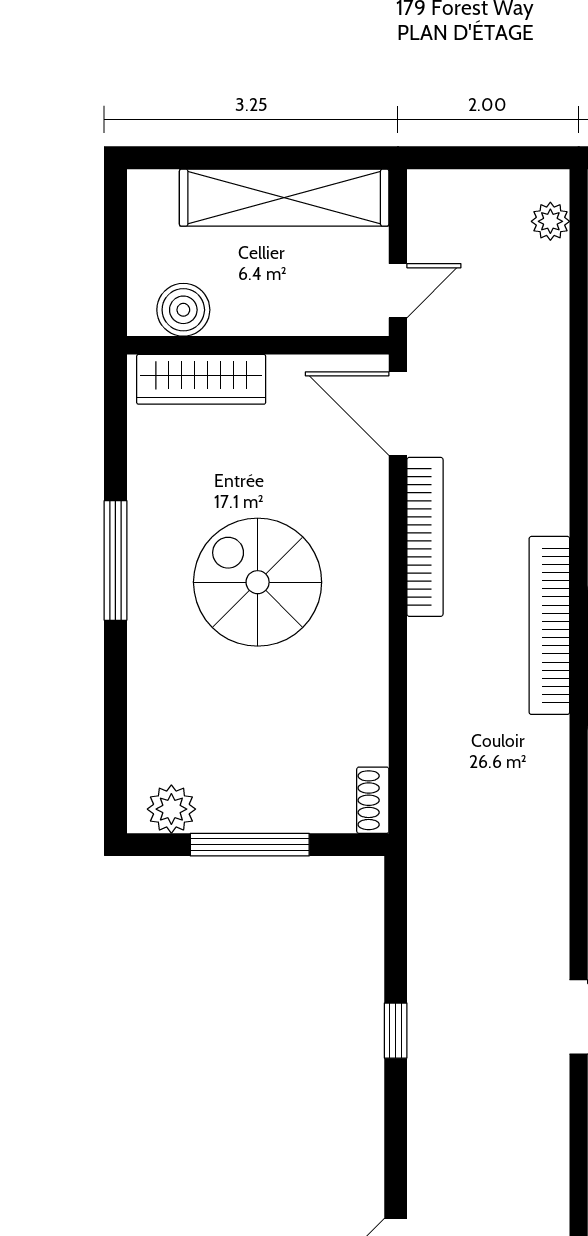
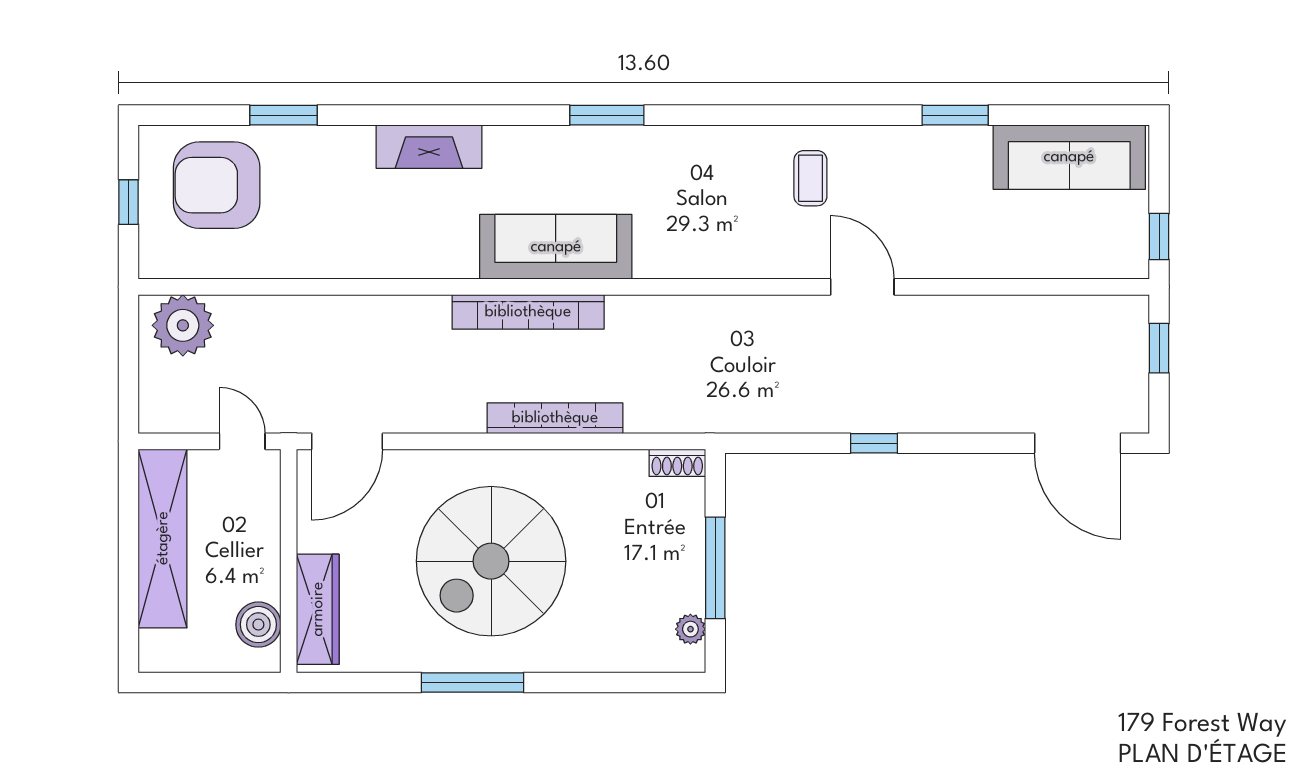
plant: (550, 221) -> (183, 325), width x1.87, depth x1.87
bookcase: (425, 537) -> (555, 418), moved
spiral stairs: (258, 582) -> (491, 561), width x1.37, depth x1.37
plant: (171, 809) -> (690, 629), width x0.73, depth x0.73

